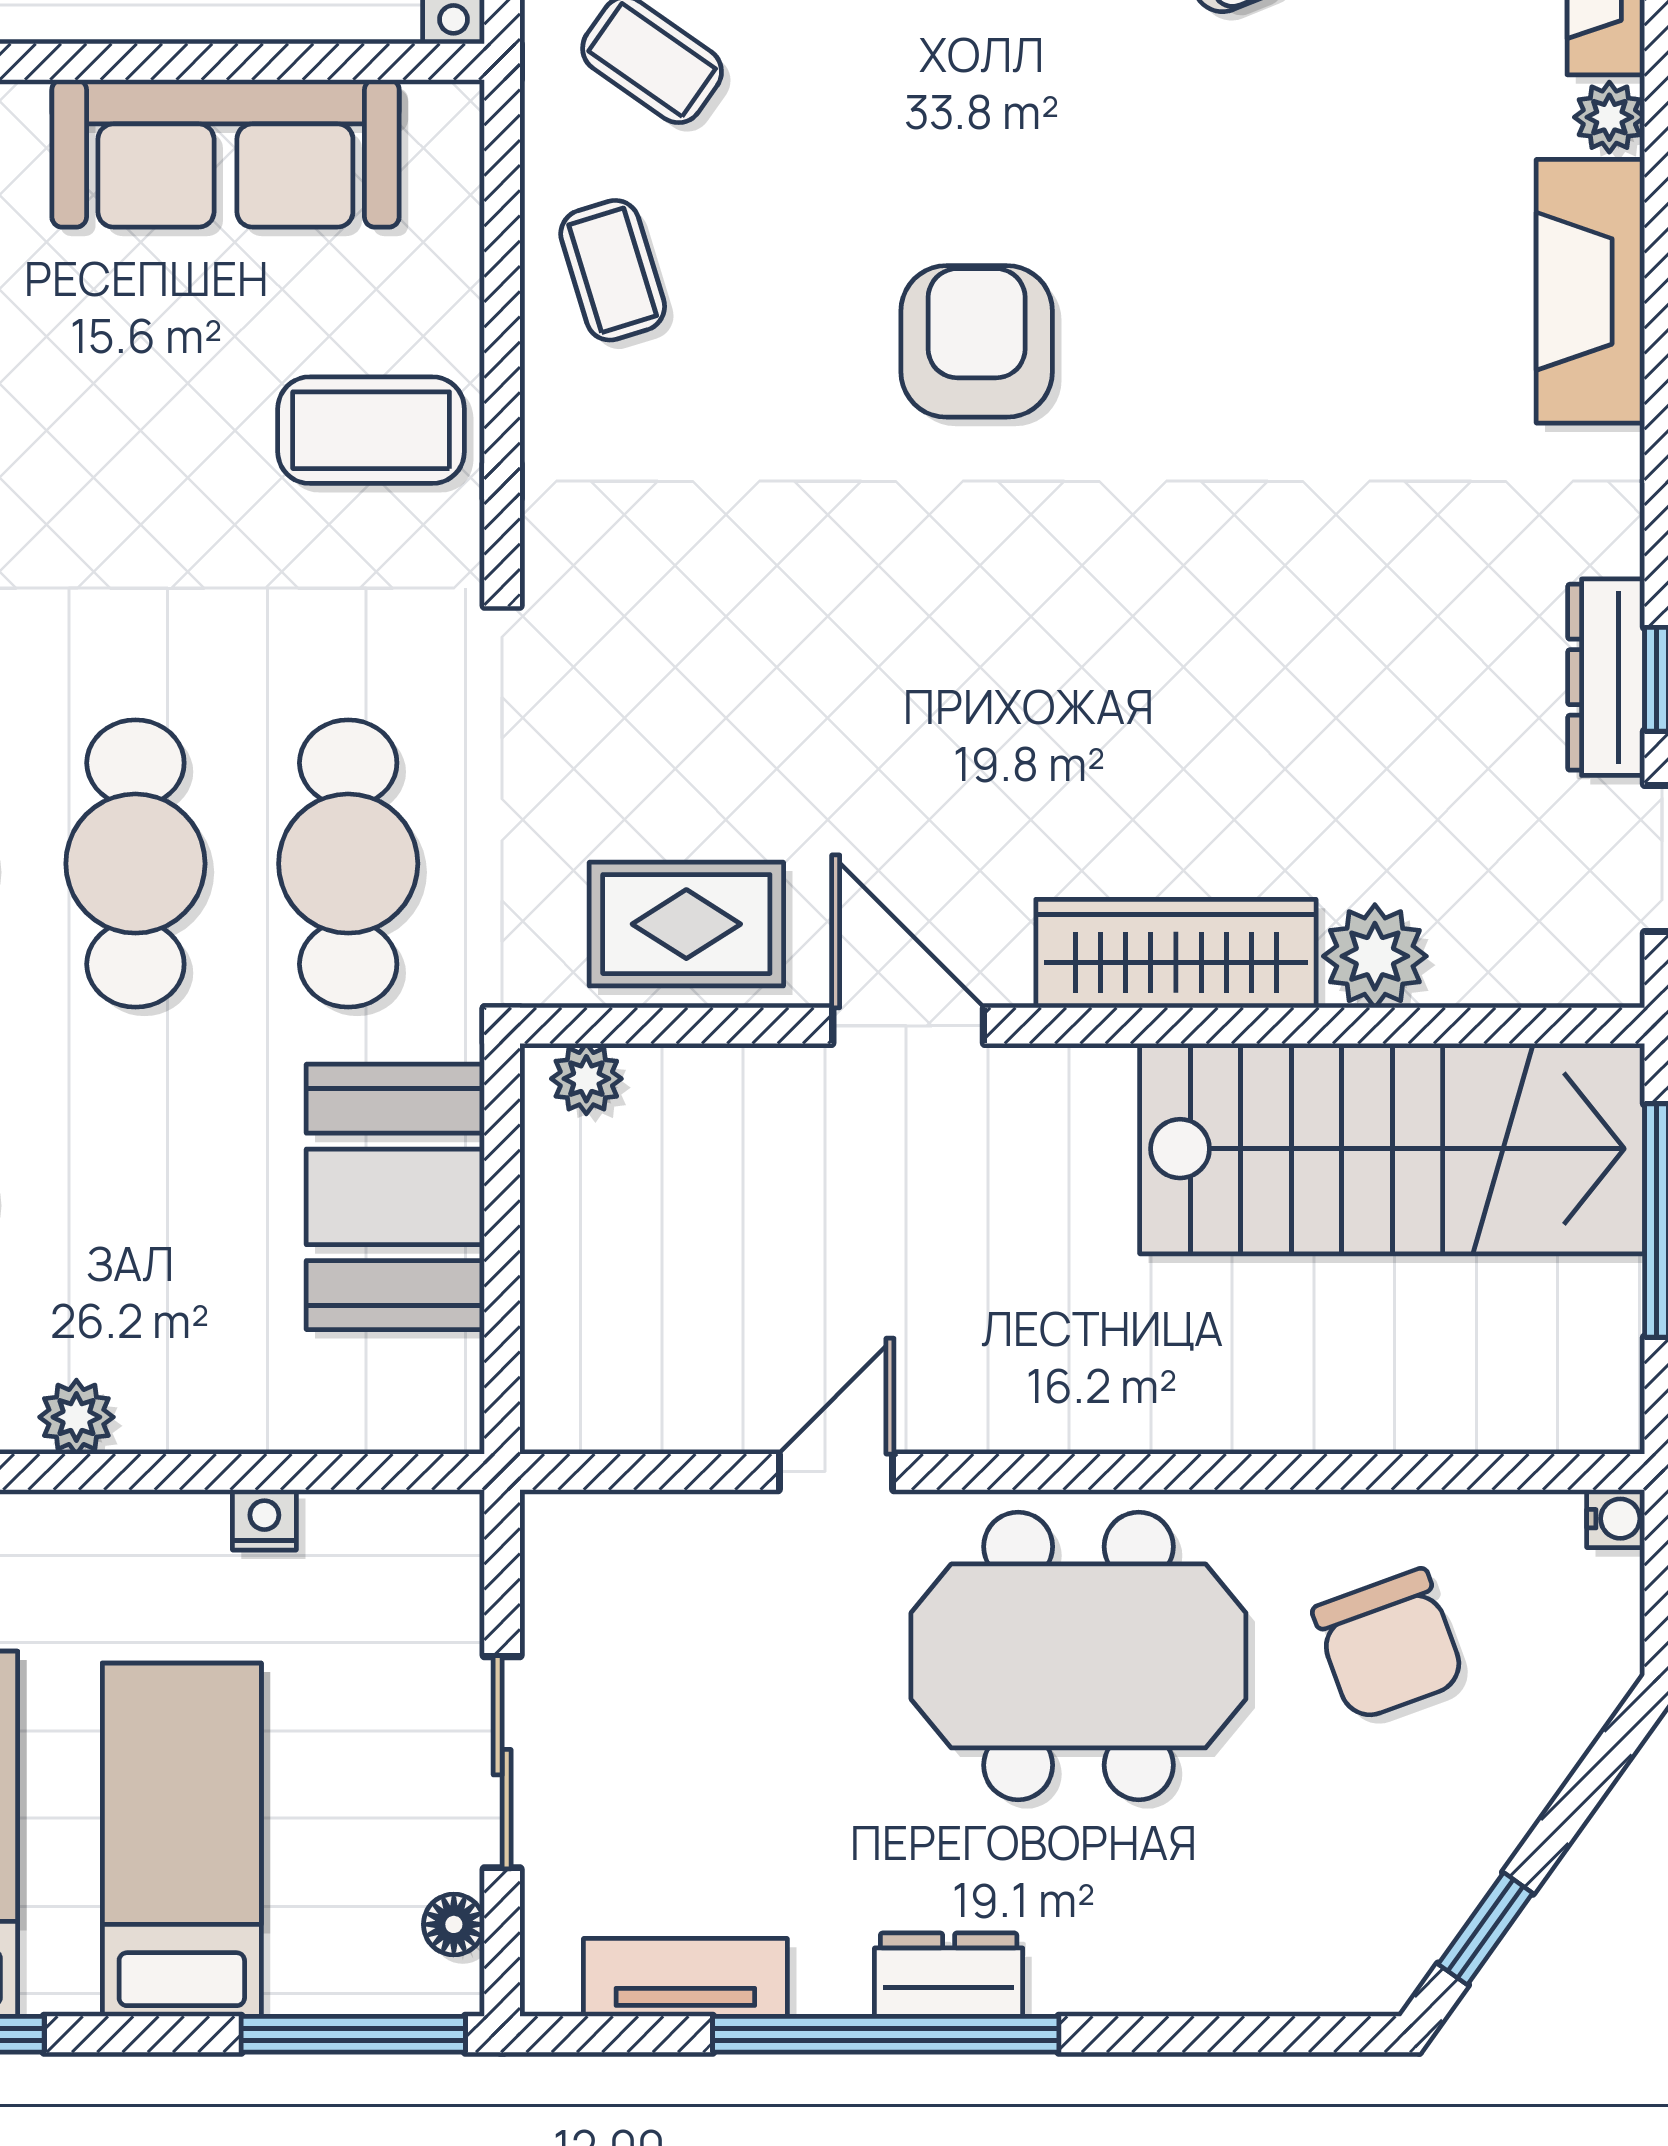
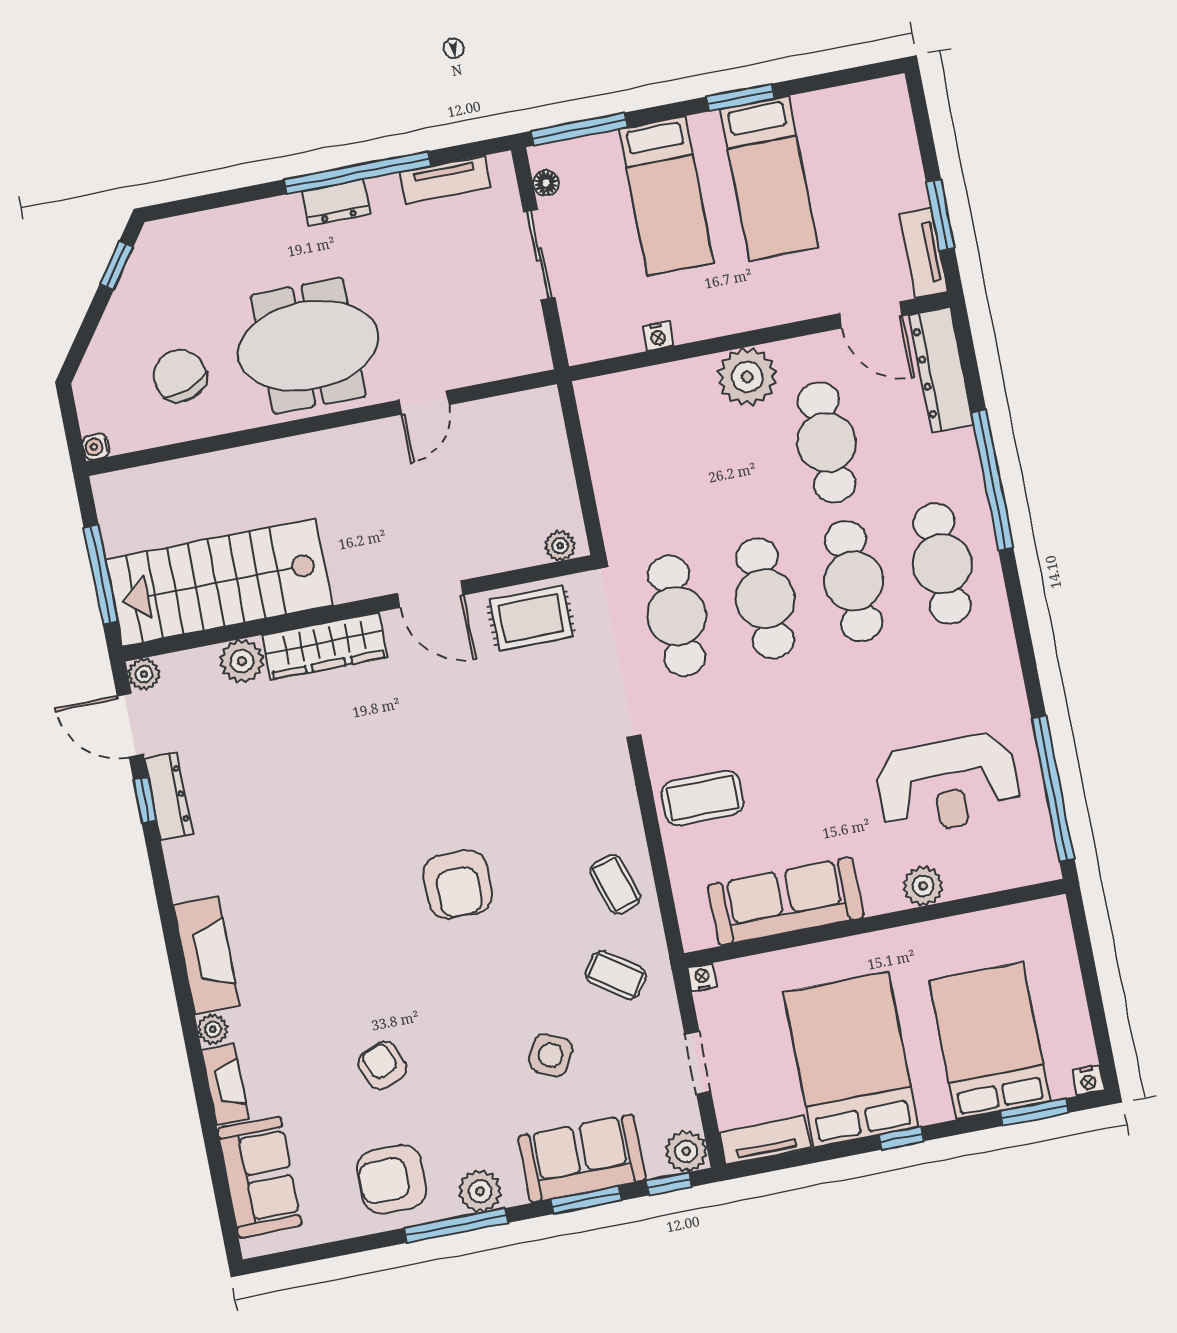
plant: (1608, 971) -> (144, 674), added
booth: (395, 1197) -> (630, 481), removed
plant: (76, 1417) -> (747, 377), width x1.87, depth x1.87

